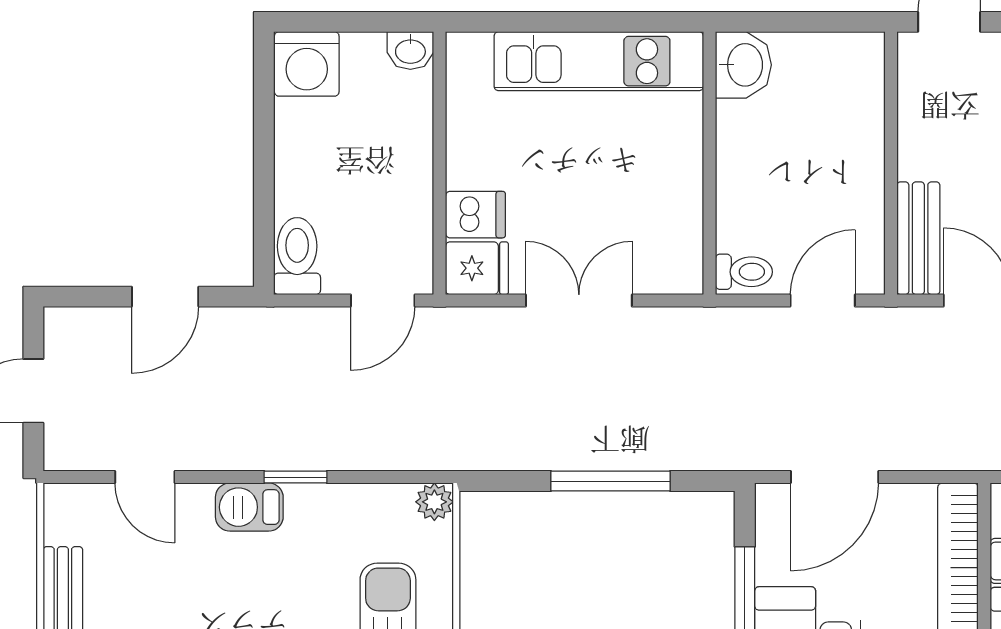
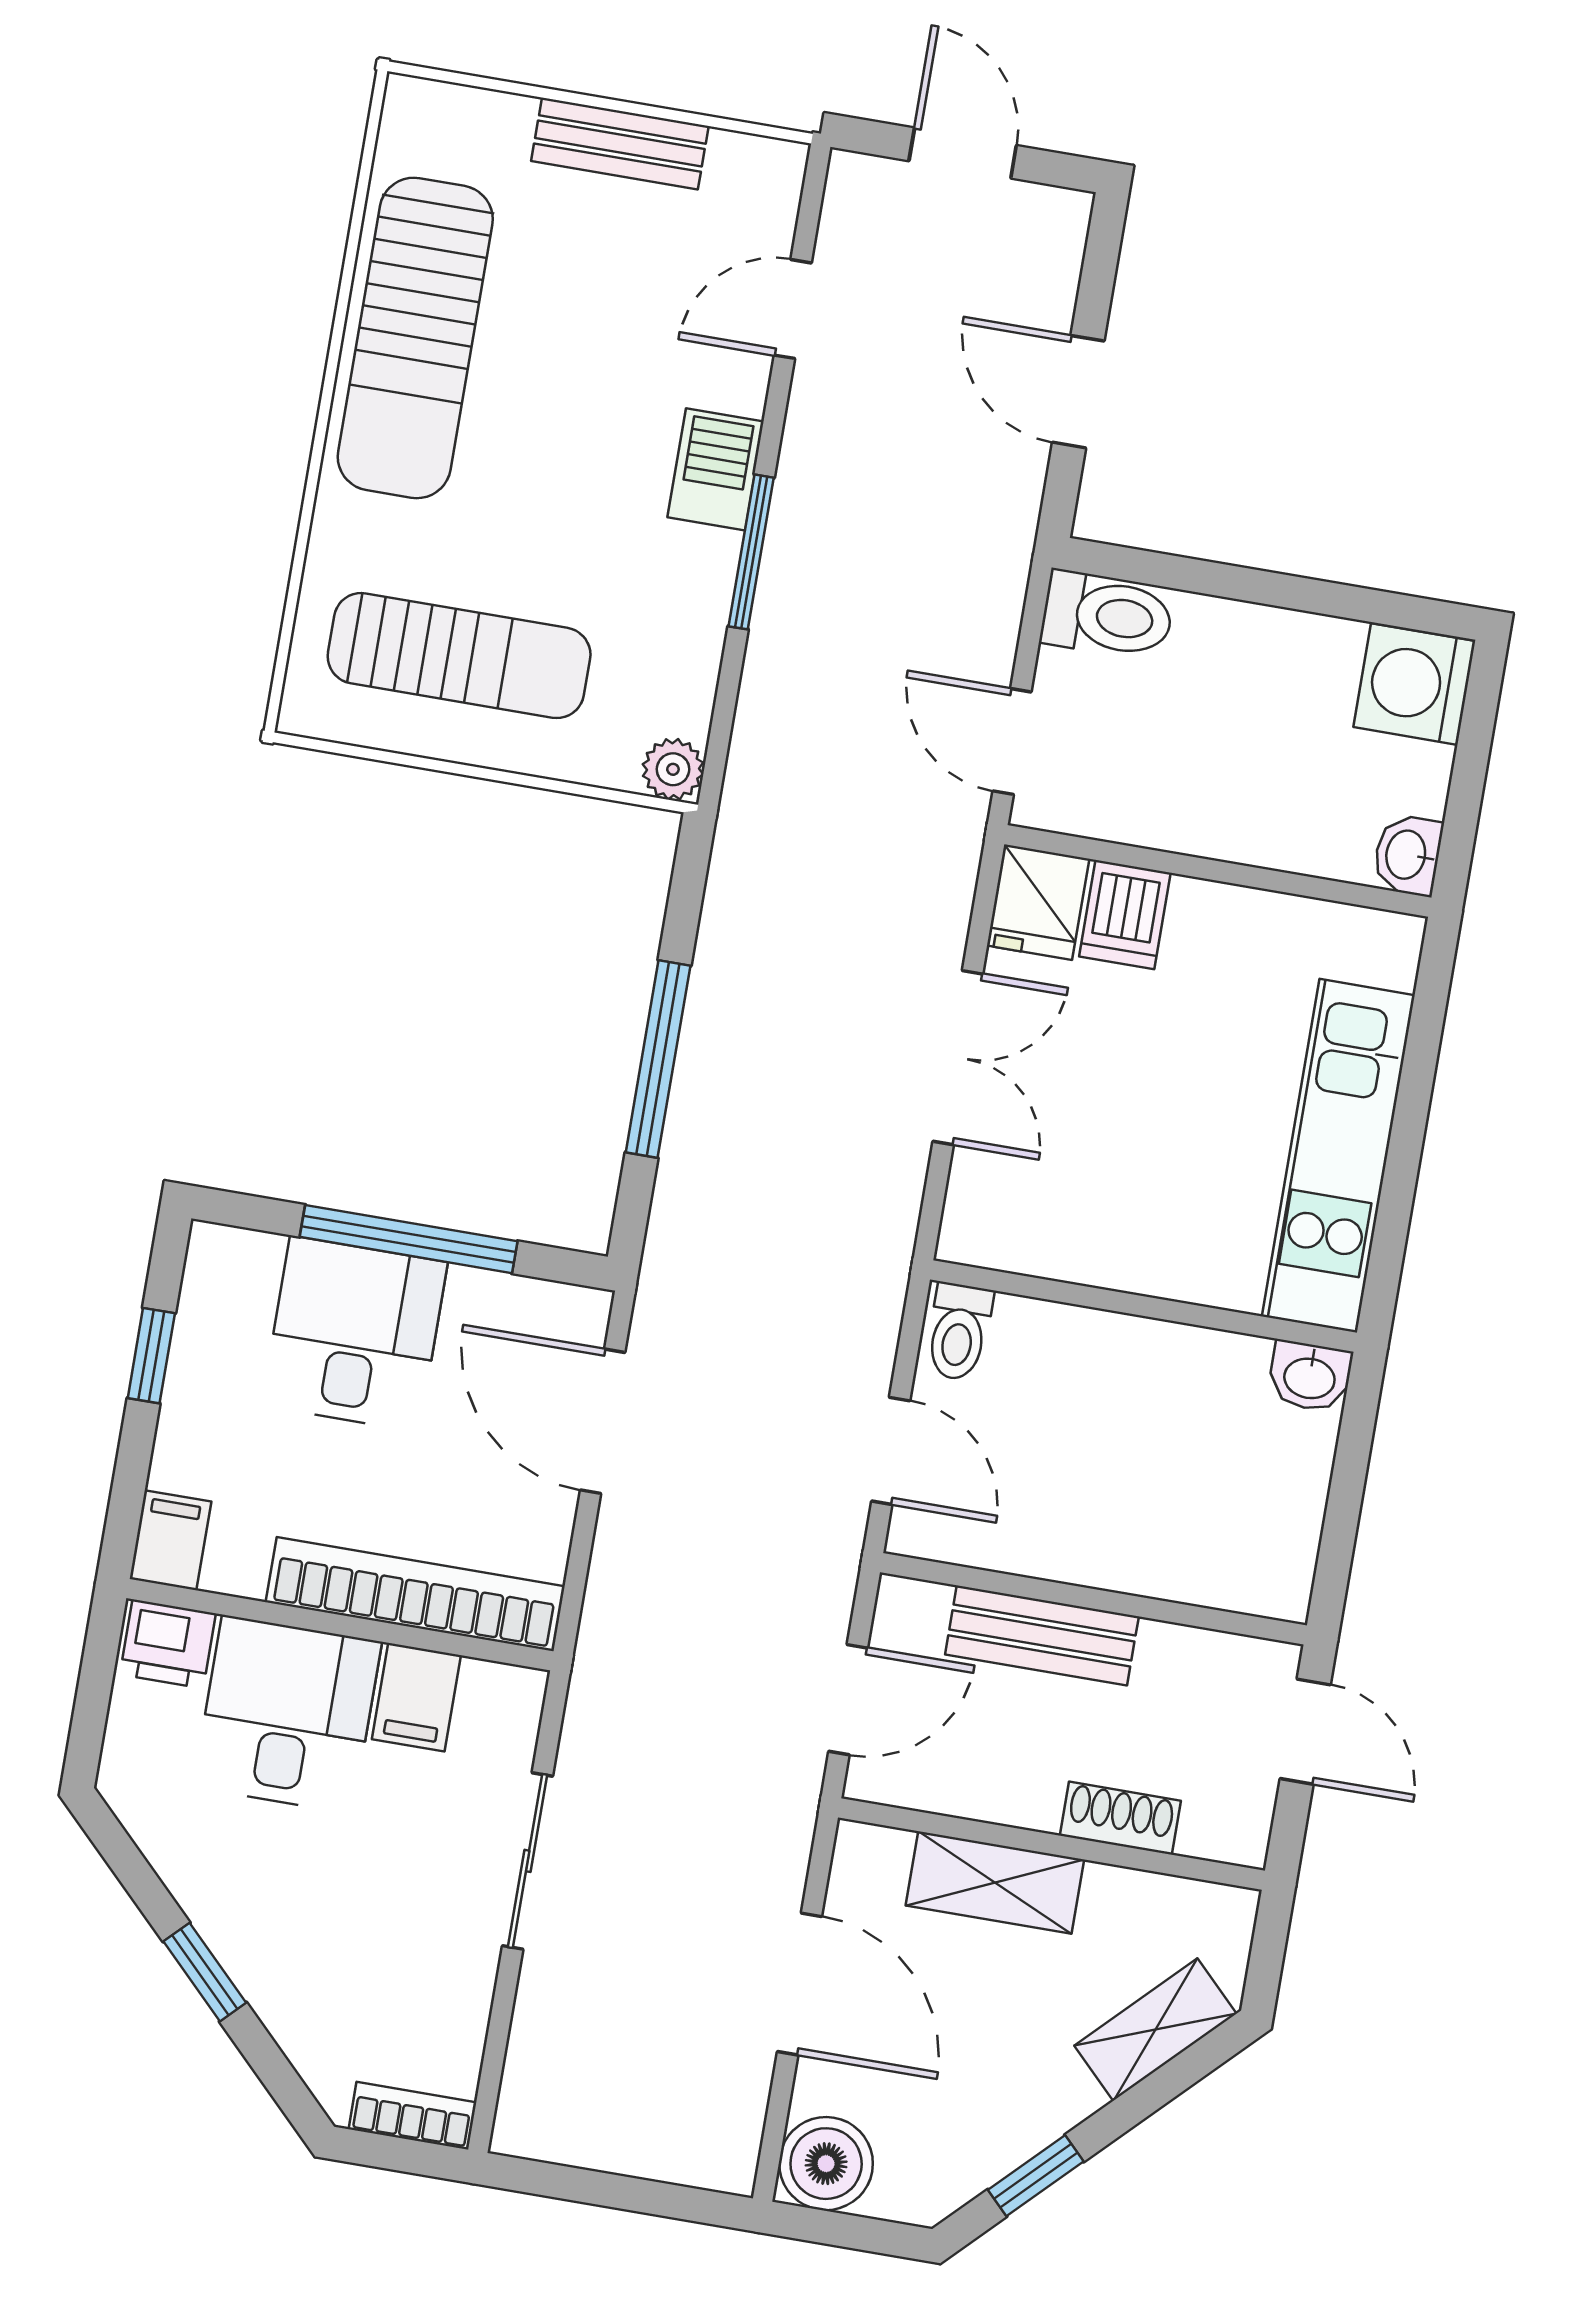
washbasin: (743, 65) -> (1310, 1376), width x0.72, depth x0.69
bench: (918, 238) -> (1042, 1635), moved
window: (295, 477) -> (751, 552), width x1.50

